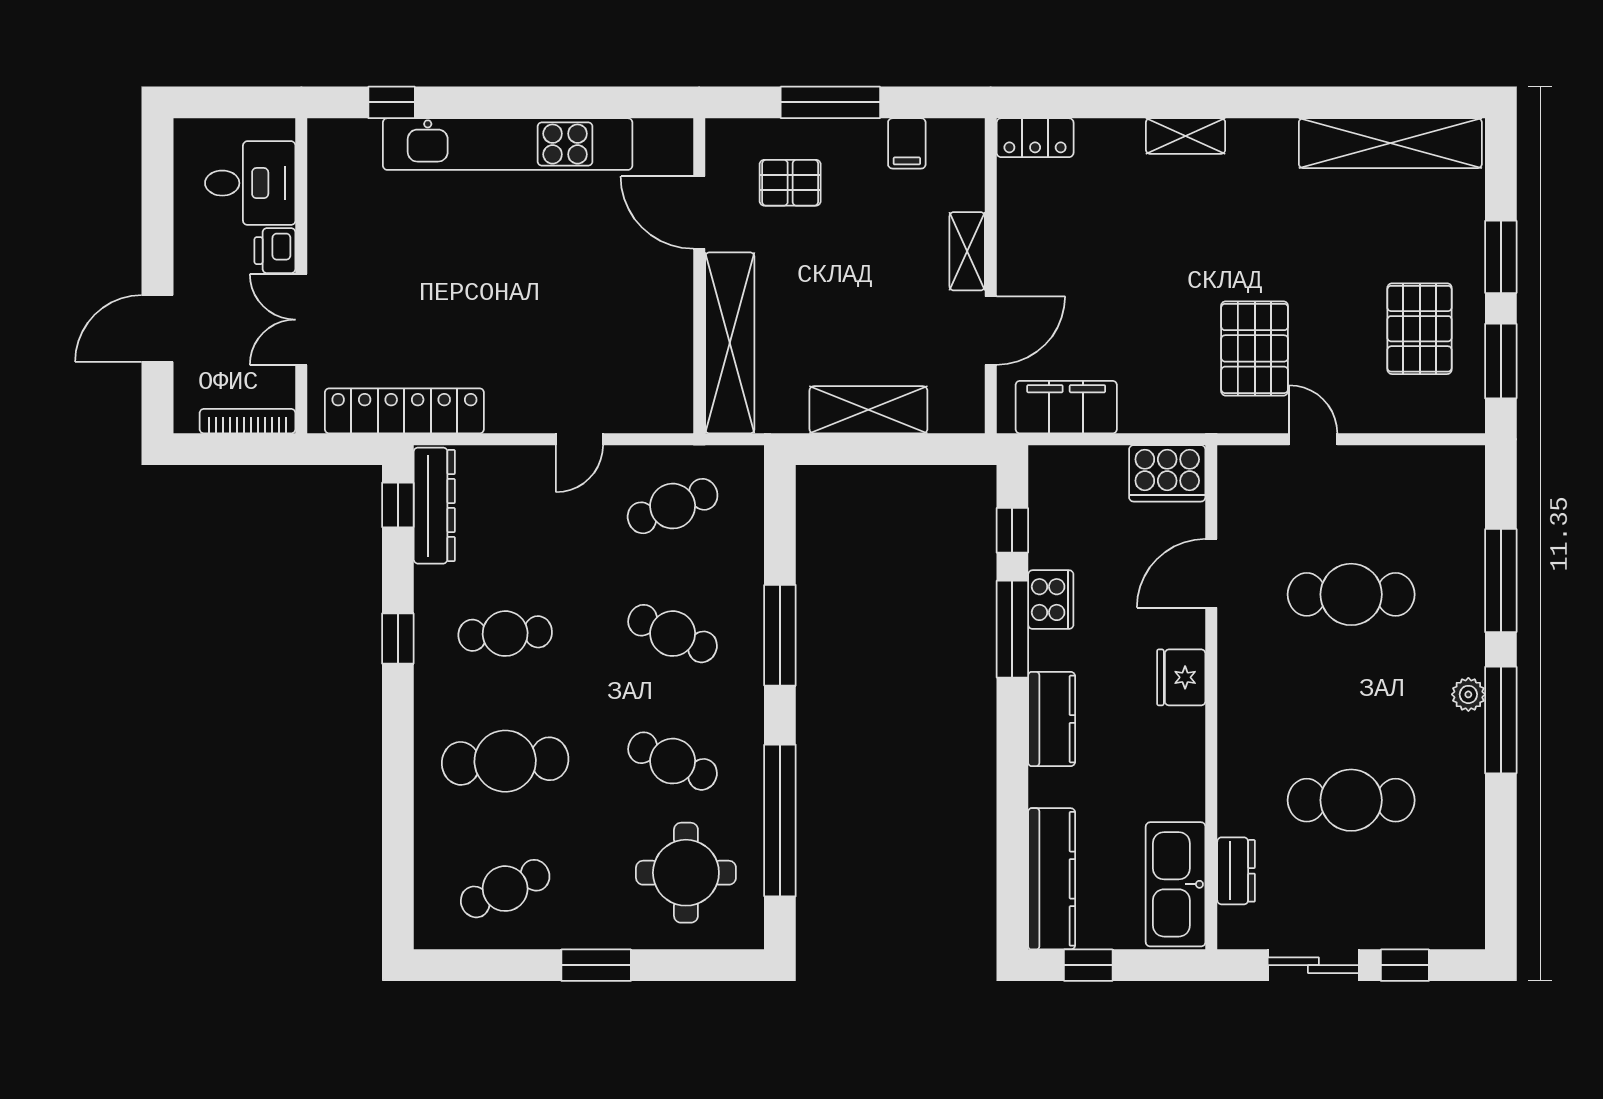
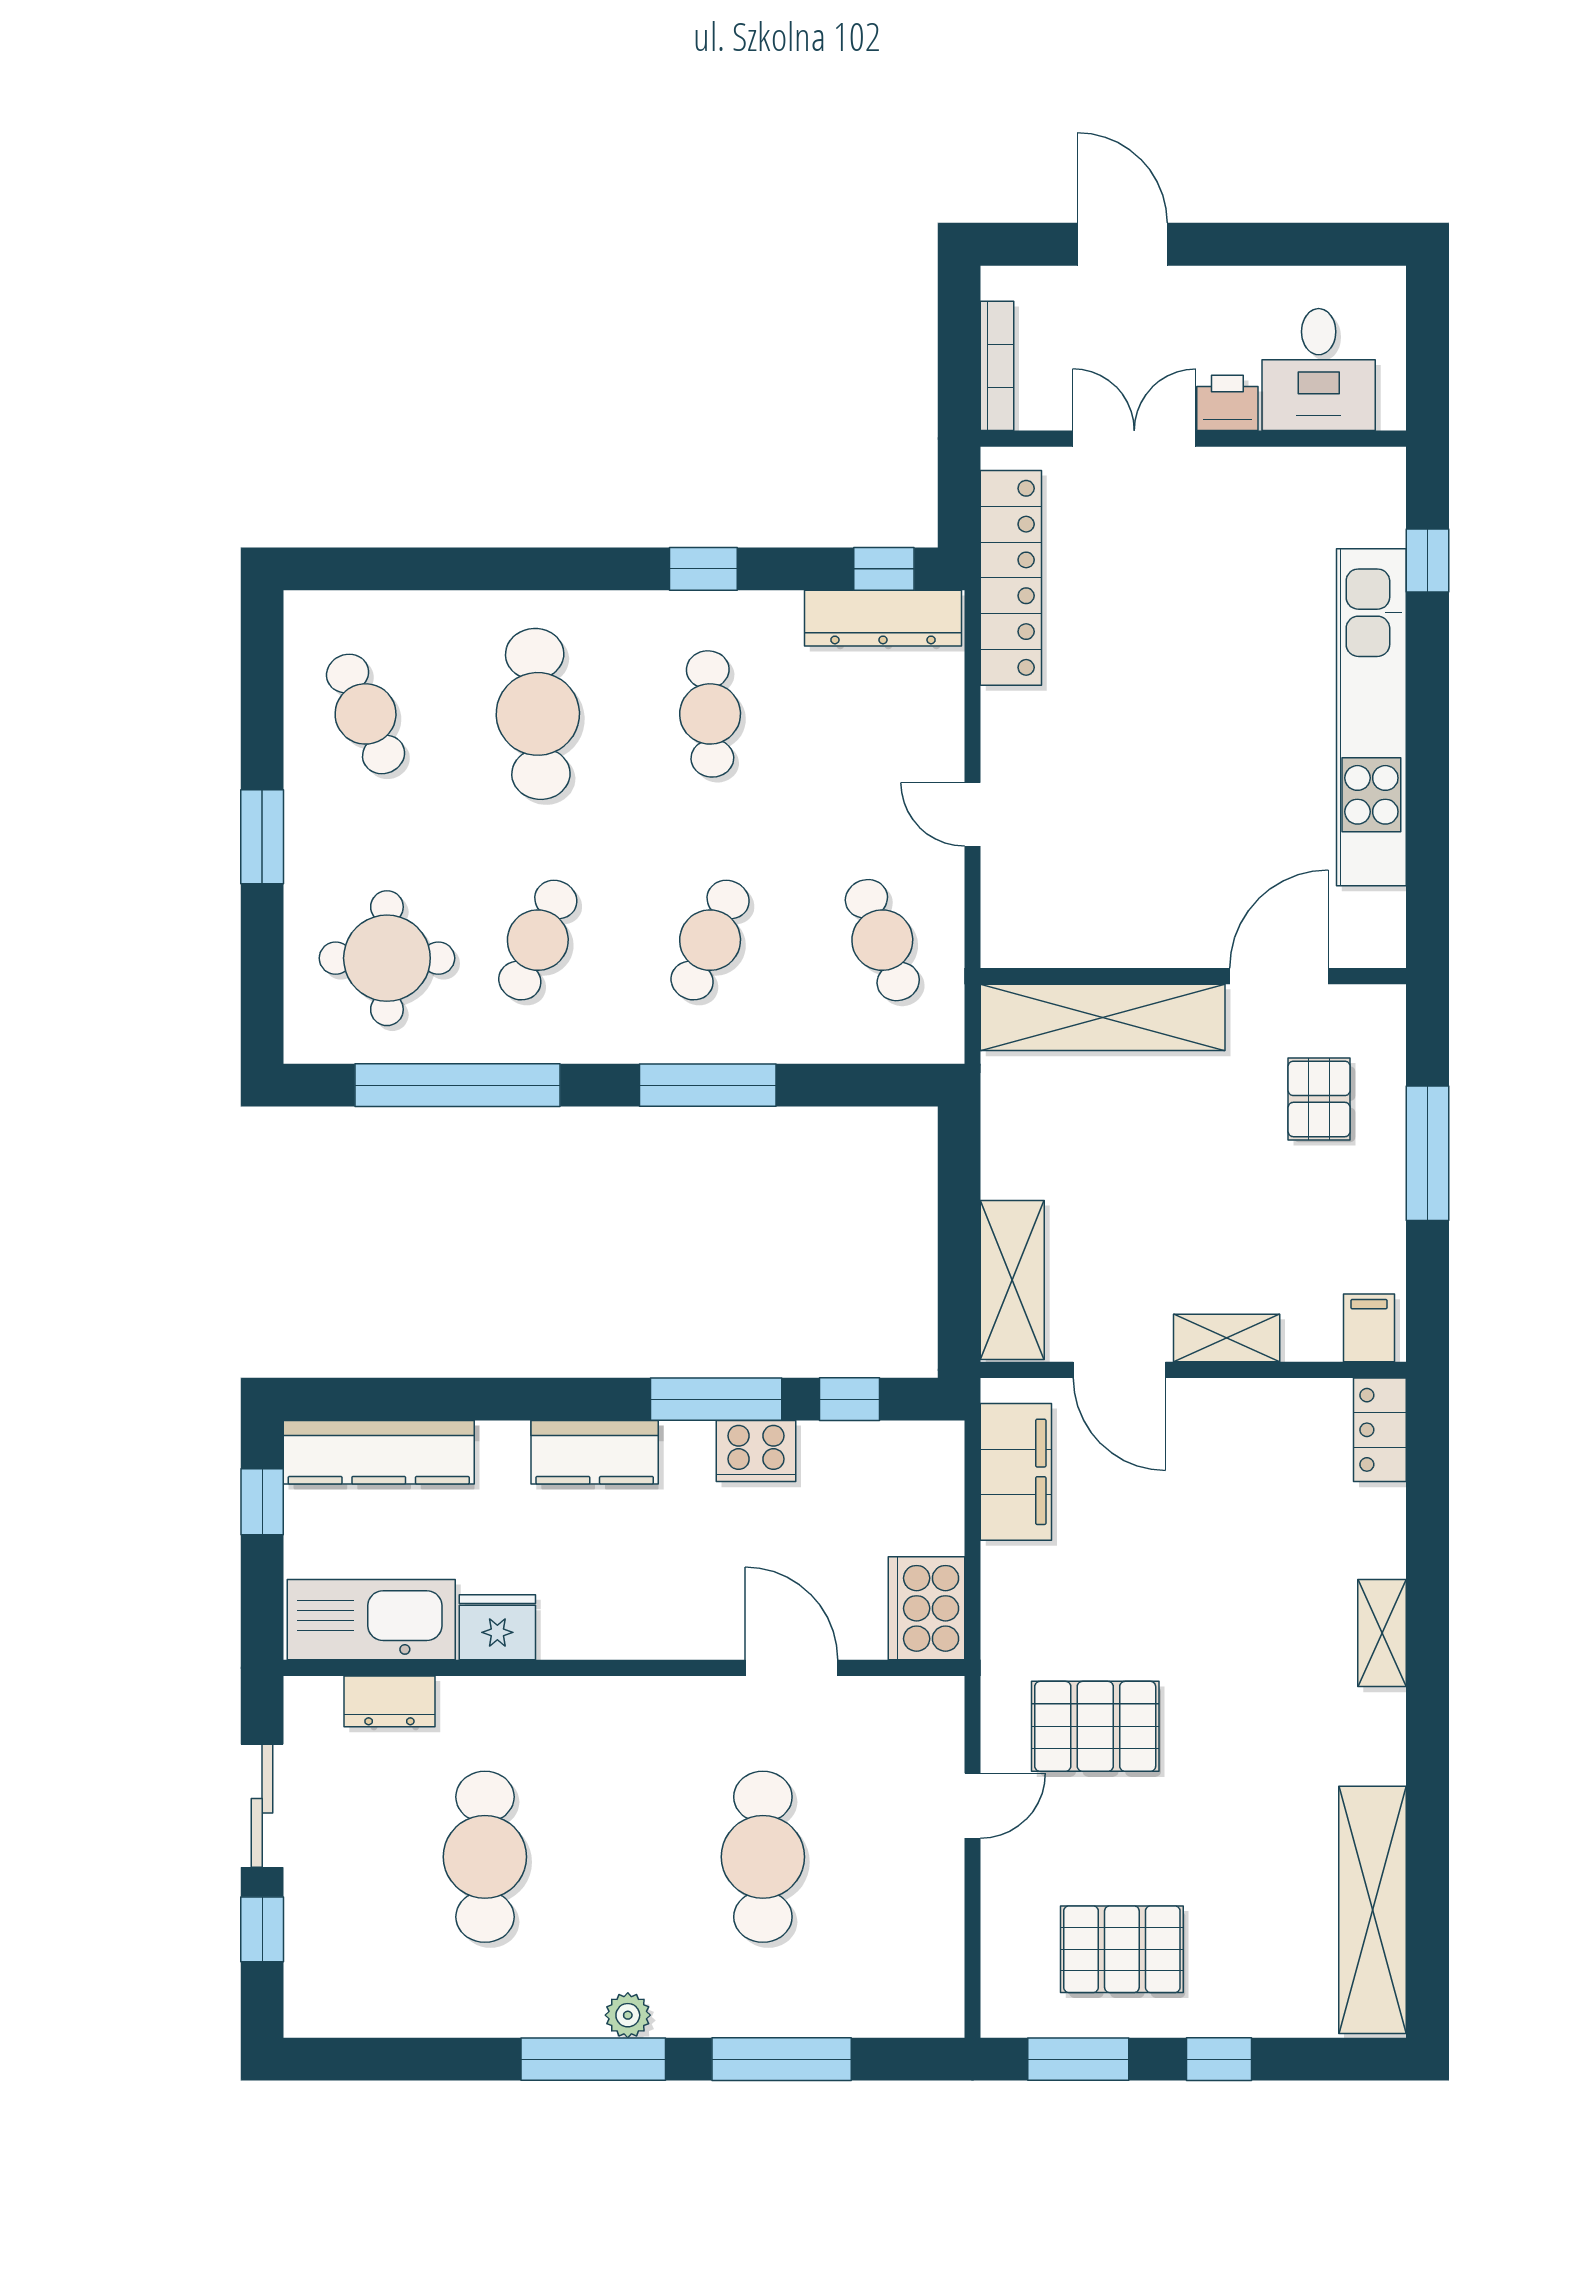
filing cabinet: (907, 143) -> (1369, 1328), moved, turned 90
window: (1501, 257) -> (1219, 2059), width x0.67
shelving: (868, 410) -> (1012, 1280), moved
fridge: (1181, 677) -> (497, 1627), moved

